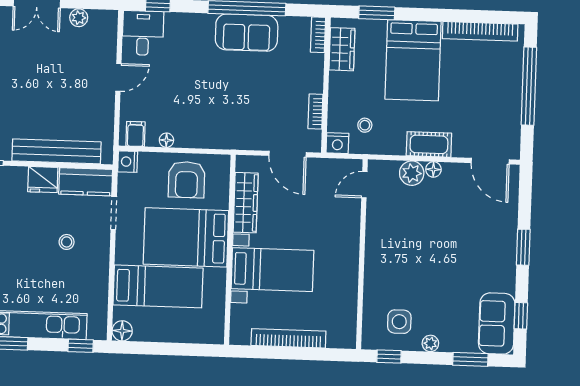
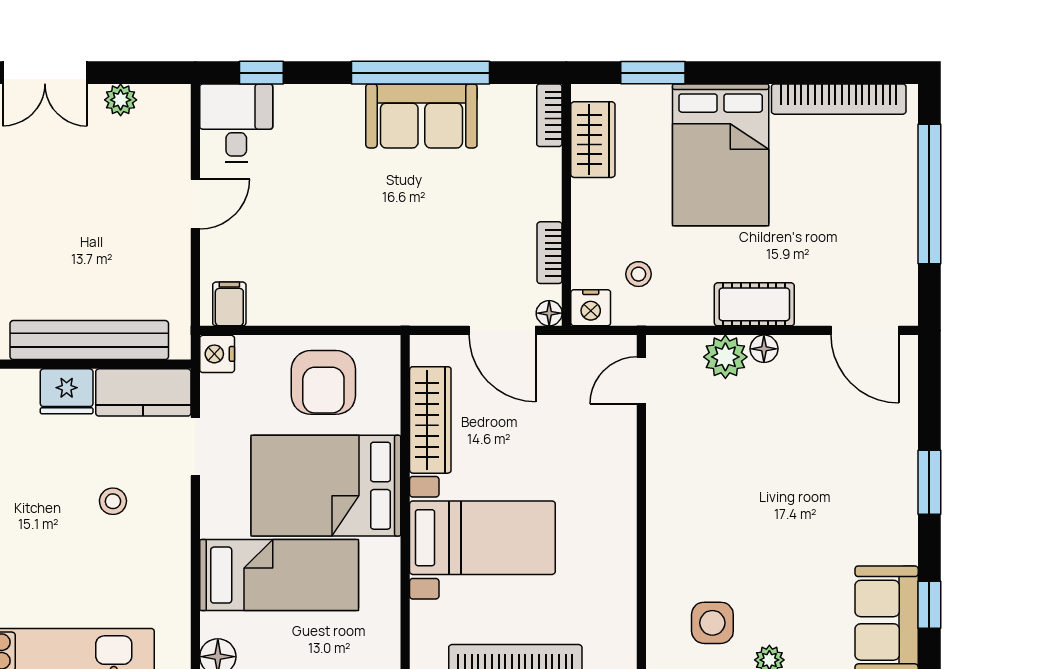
floor lamp: (166, 140) -> (549, 313), moved

